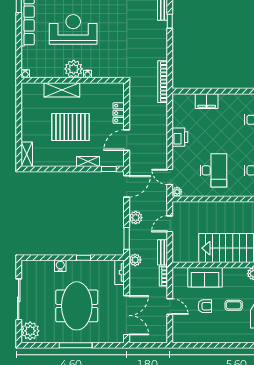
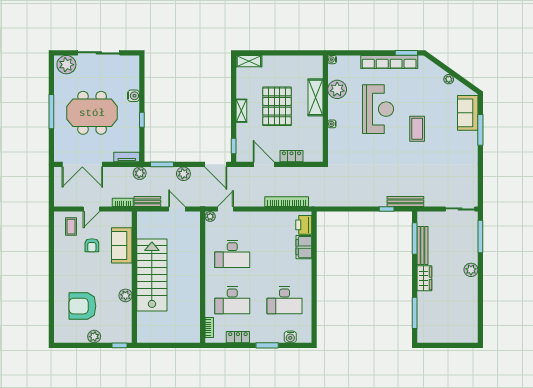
plant: (74, 69) -> (337, 89), moved
bookcase: (163, 82) -> (287, 202), moved
printer: (180, 137) -> (304, 225), moved, turned 90
shelving: (88, 162) -> (241, 111), moved
coffee table: (234, 305) -> (71, 227), moved

